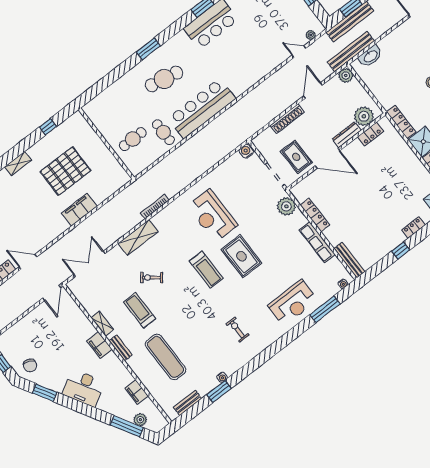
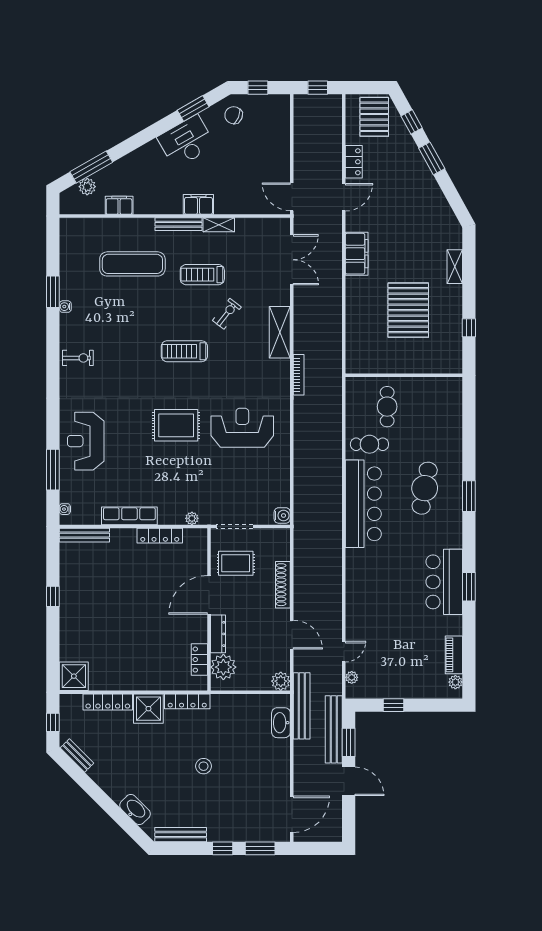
plant: (286, 206) -> (192, 518), width x0.53, depth x0.53
filing cabinet: (79, 210) -> (357, 254), moved
locker: (414, 227) -> (67, 629), removed
treadmill: (206, 270) -> (184, 351), moved
treadmill: (140, 310) -> (202, 275), turned 180
exercise bike: (237, 329) -> (78, 358), moved
bench: (121, 348) -> (178, 224), width x1.36
desk: (84, 388) -> (186, 142), moved
bench: (188, 403) -> (66, 250), removed

